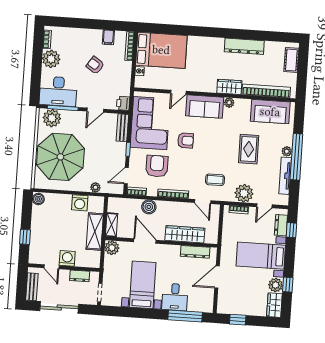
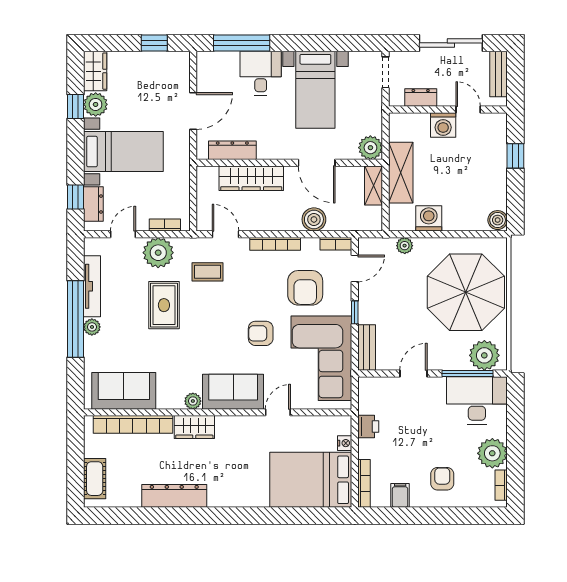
armchair: (95, 65) -> (442, 479), moved, turned -124
printer: (123, 103) -> (368, 426), moved
rug: (249, 149) -> (164, 305), moved

